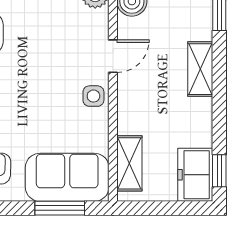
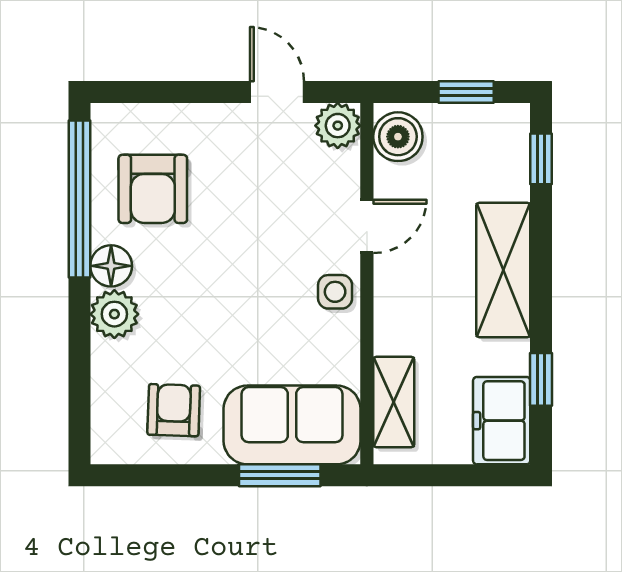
shelving: (200, 69) -> (503, 270), width x1.50, depth x1.33
window: (219, 171) -> (541, 379), moved

